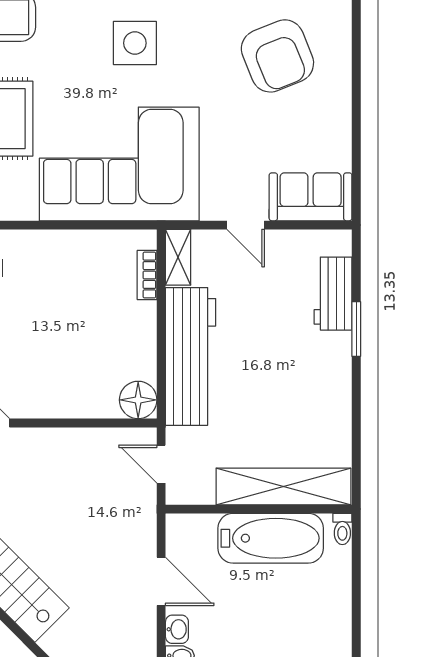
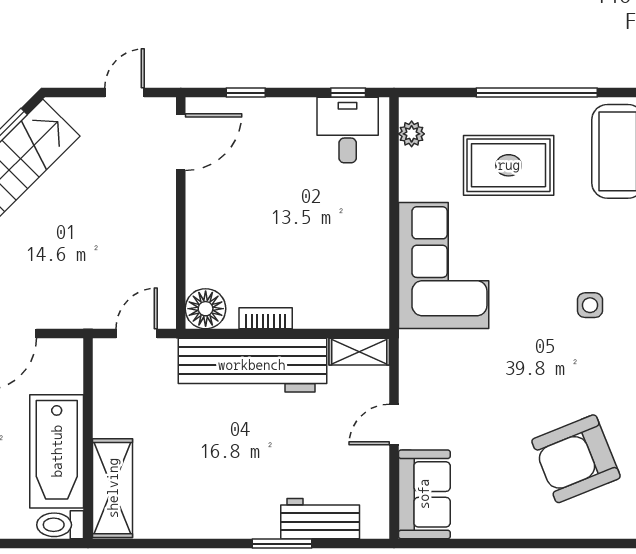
side table: (135, 43) -> (590, 305), width x0.54, depth x0.54
corner sofa: (119, 164) -> (444, 265), width x0.73, depth x0.74
bookcase: (147, 275) -> (266, 318), moved
shelving: (283, 486) -> (113, 488), width x0.68
toilet: (342, 529) -> (60, 525), width x1.37, depth x1.39

